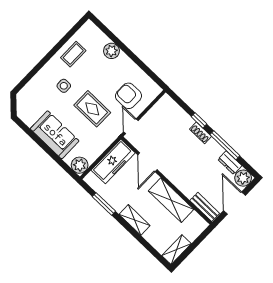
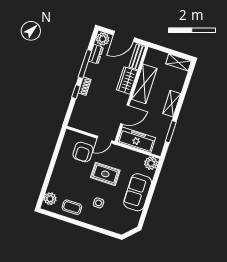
plant: (111, 51) -> (50, 199), moved
rug: (92, 109) -> (105, 174), turned 90
wardrobe: (184, 183) -> (127, 80), added

